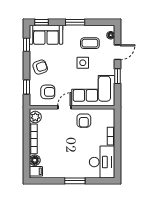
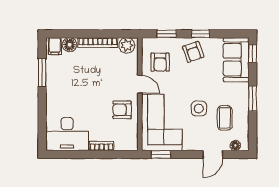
window: (27, 45) -> (201, 34), moved
door: (117, 52) -> (213, 154), hinge flipped
window: (117, 76) -> (161, 154), moved
window: (75, 181) -> (42, 72), moved

